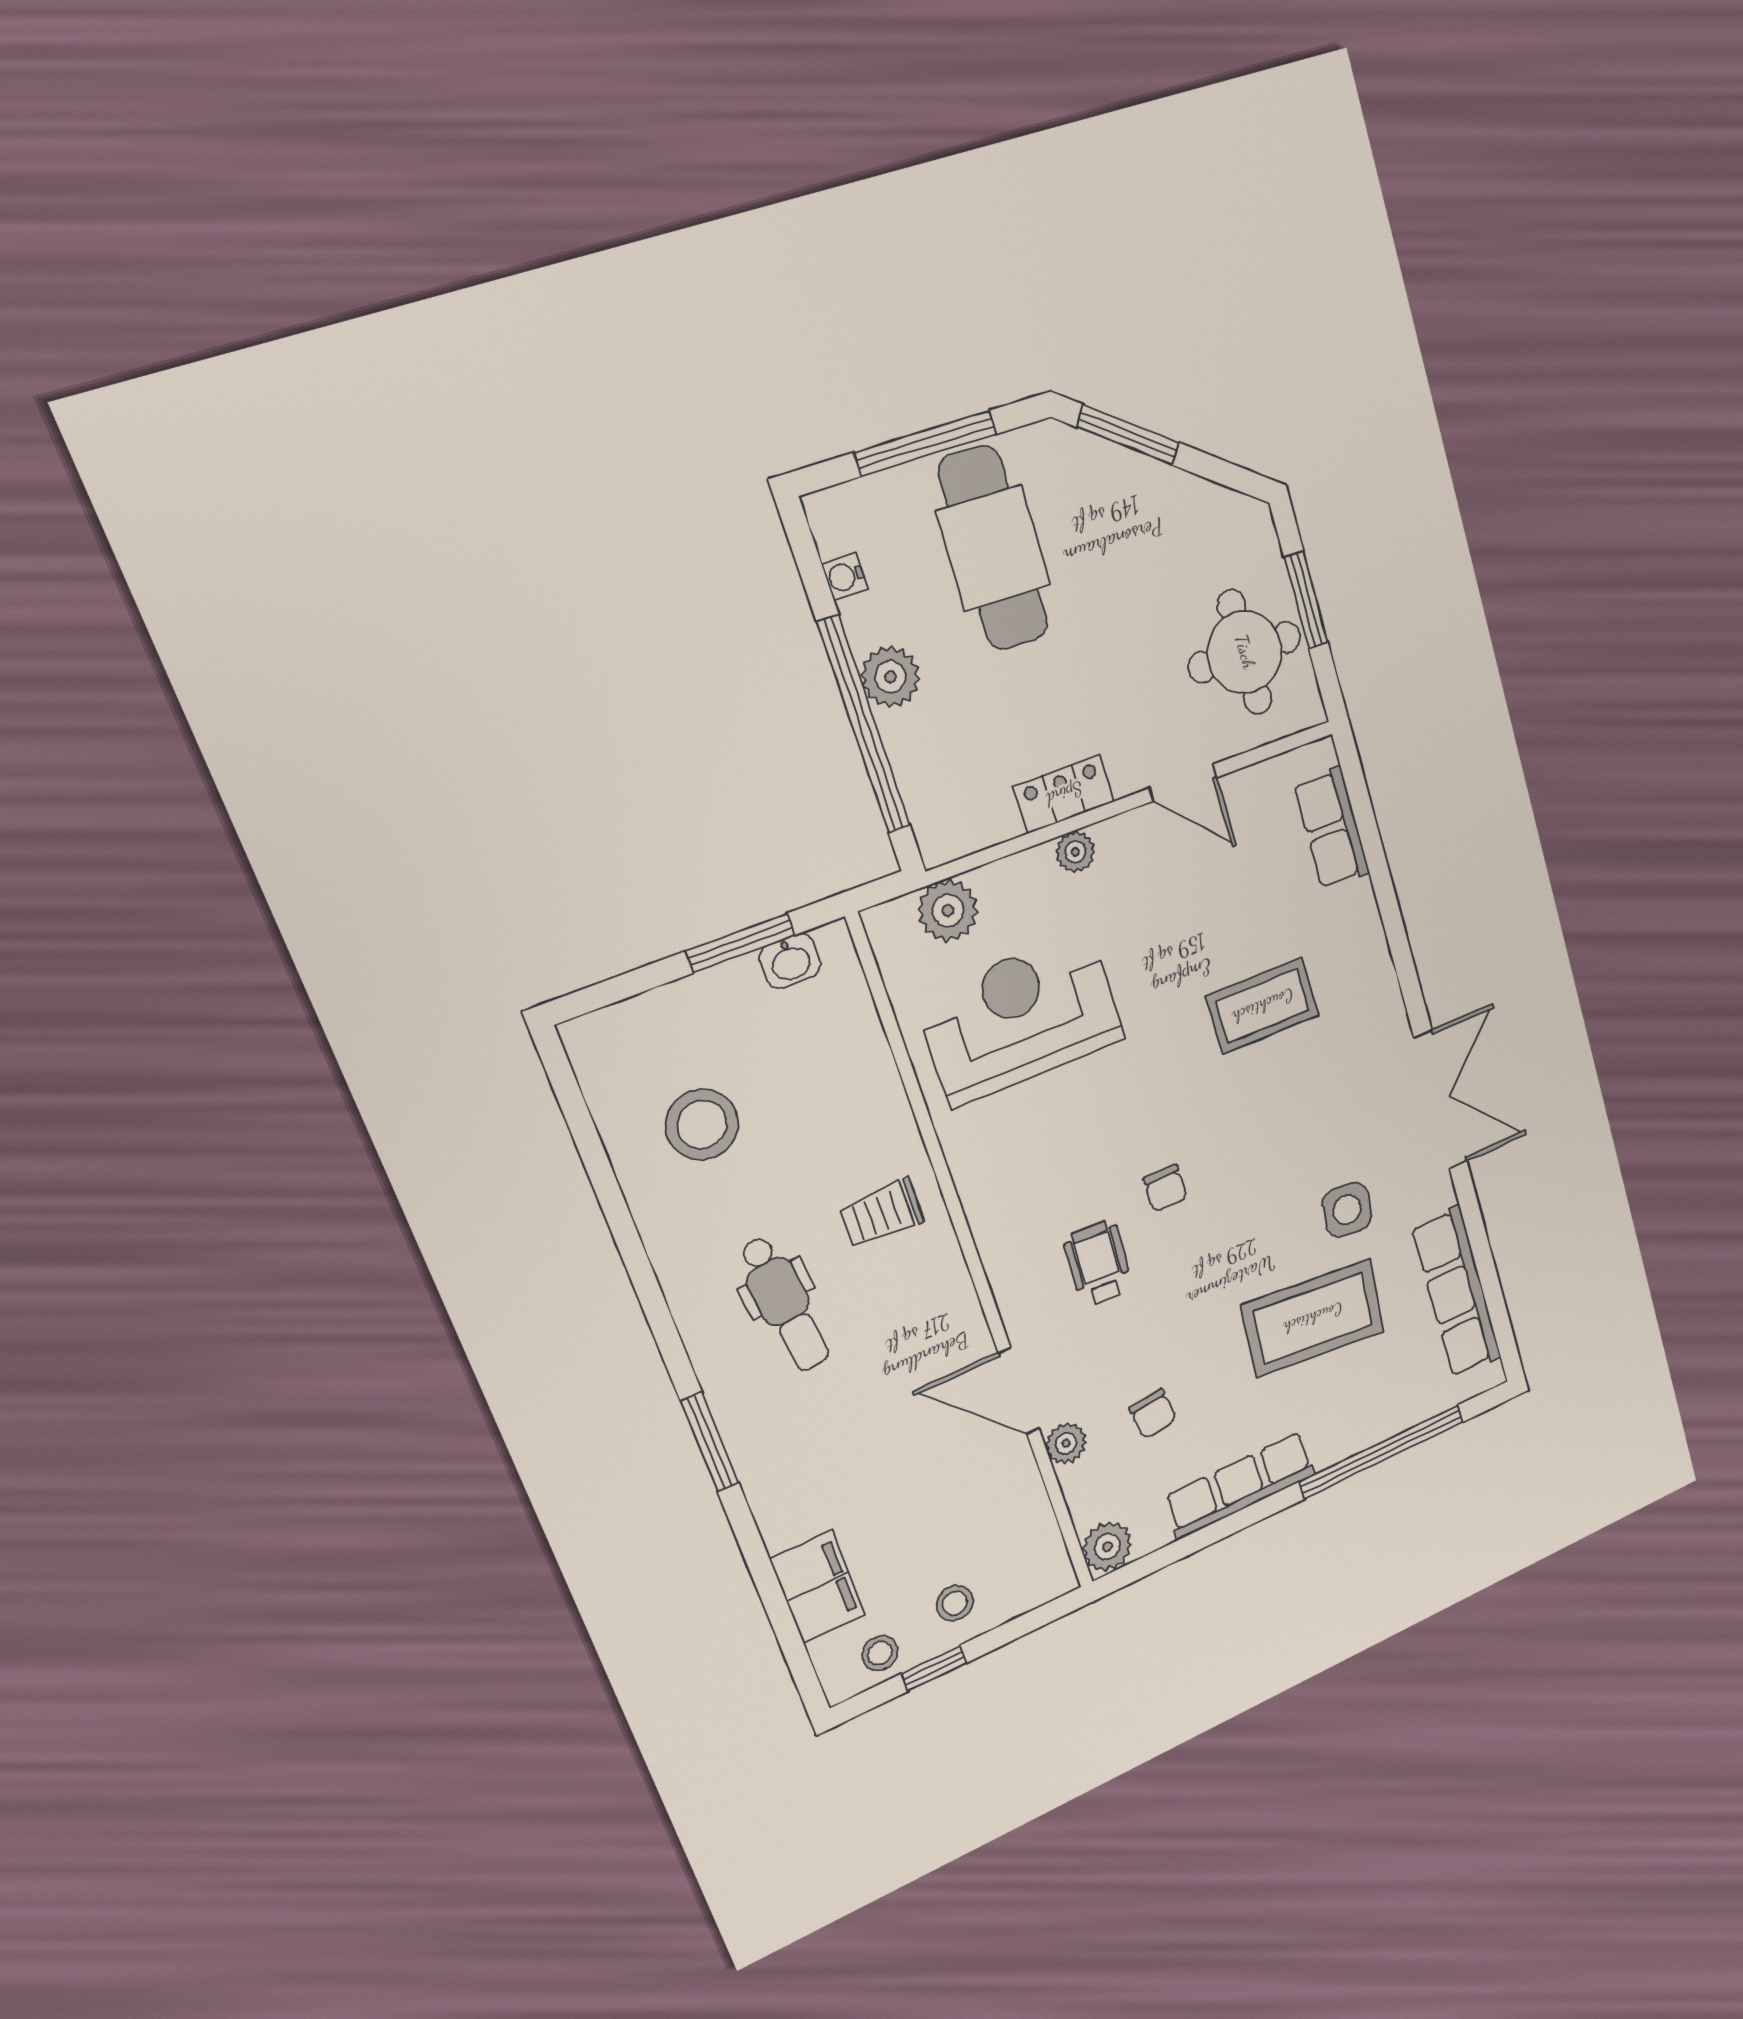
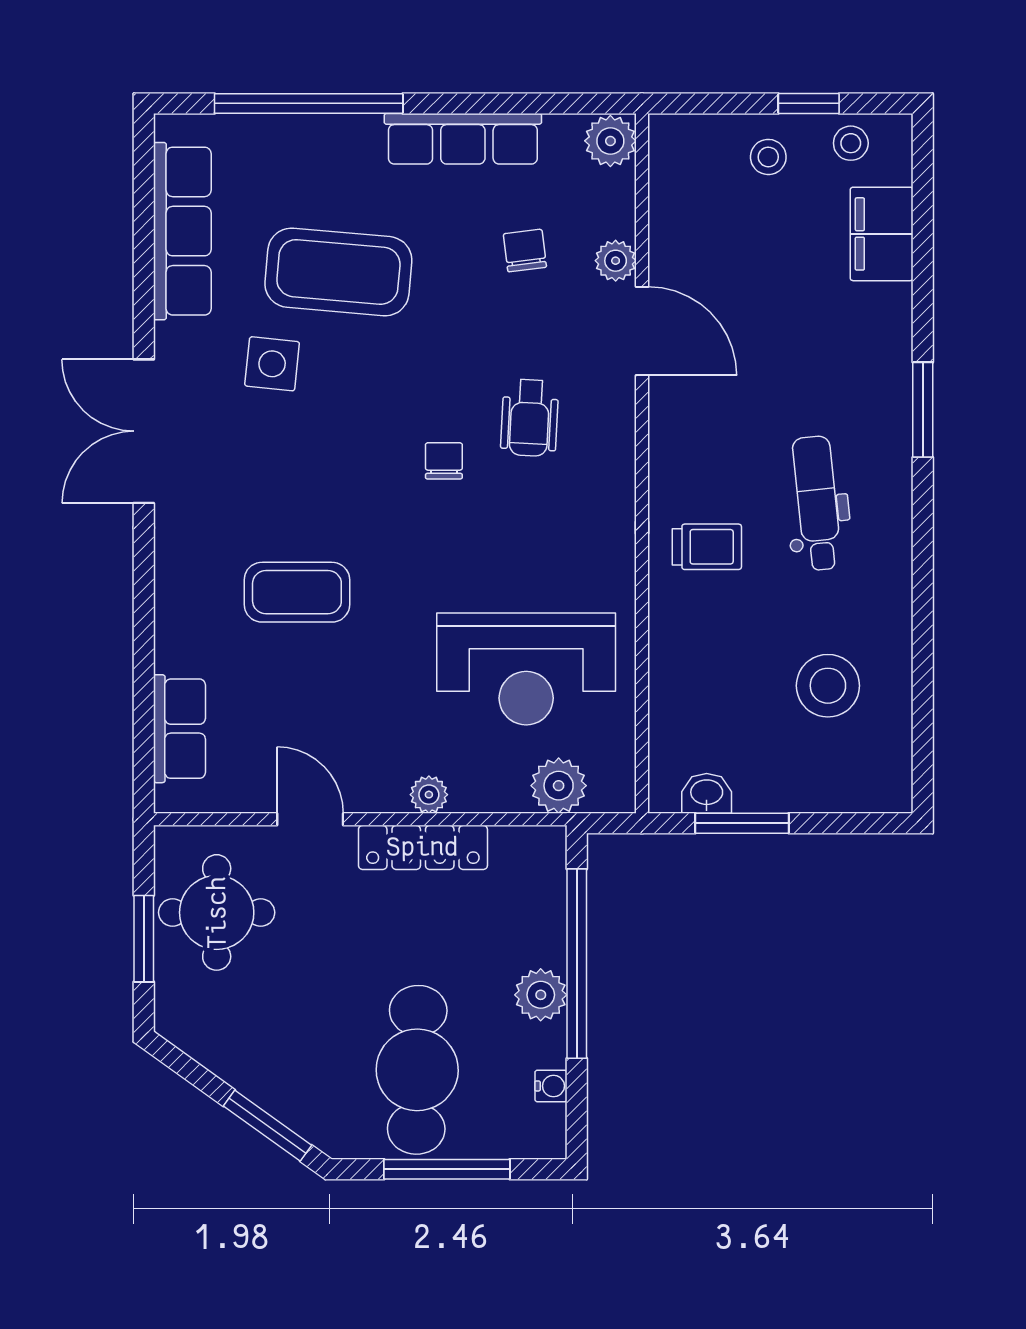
locker: (1064, 794) -> (423, 847), width x1.53

